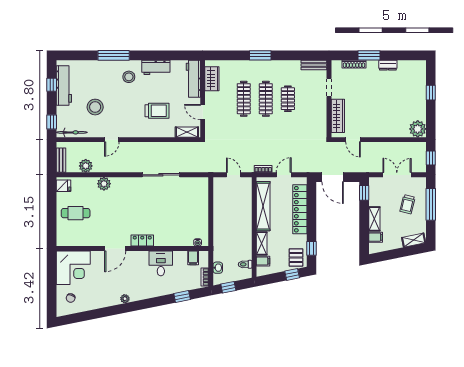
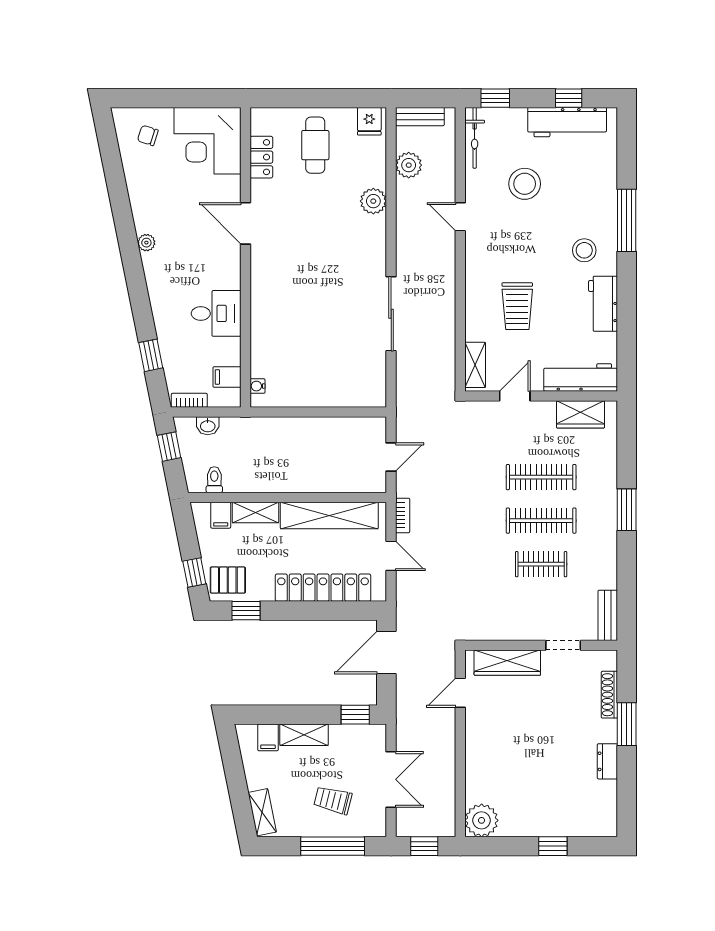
locker: (142, 240) -> (261, 157), moved

